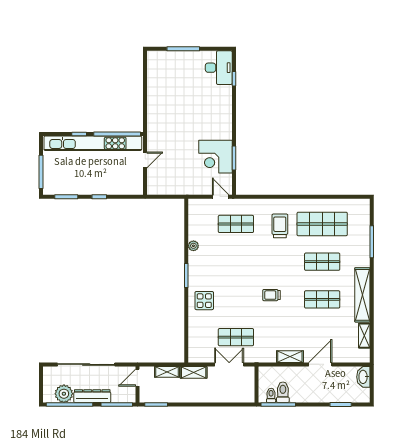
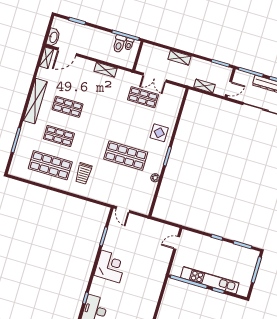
kitchen unit: (93, 143) -> (210, 280), width x0.73
corner desk: (216, 157) -> (110, 266), moved
door: (145, 160) -> (177, 243), moved
shop shelf: (236, 224) -> (126, 156), moved, width x1.43, depth x1.36
trolley: (272, 295) -> (106, 122), removed
shelving: (364, 336) -> (46, 58), moved
door: (320, 364) -> (67, 52), moved
shelving: (194, 372) -> (179, 58), moved

